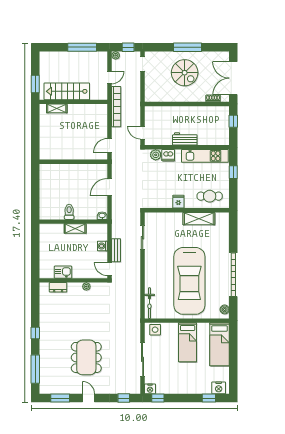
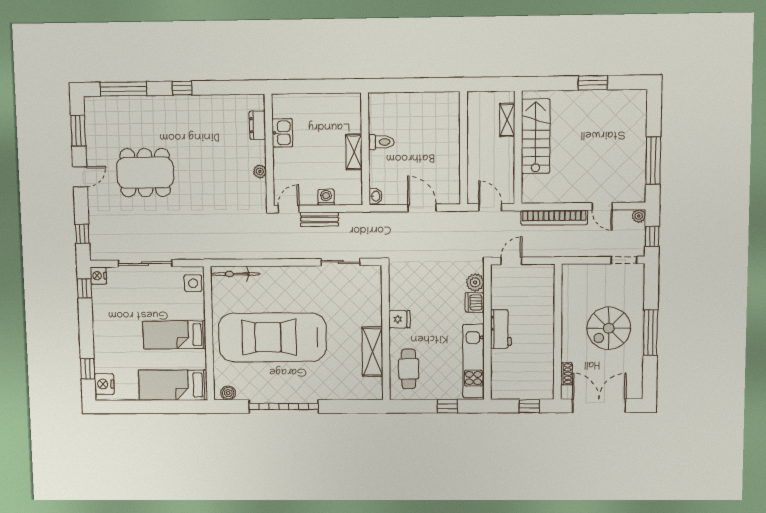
stairs: (67, 91) -> (536, 136), moved
wall: (73, 102) -> (518, 148), moved
shelving: (57, 108) -> (507, 120), moved

